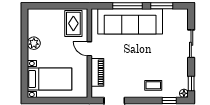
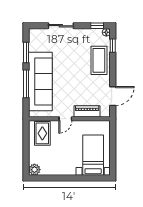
rug: (73, 23) -> (42, 133), turned 90
plant: (34, 43) -> (34, 170), moved
coffee table: (153, 85) -> (99, 60), width x1.86, depth x1.72

